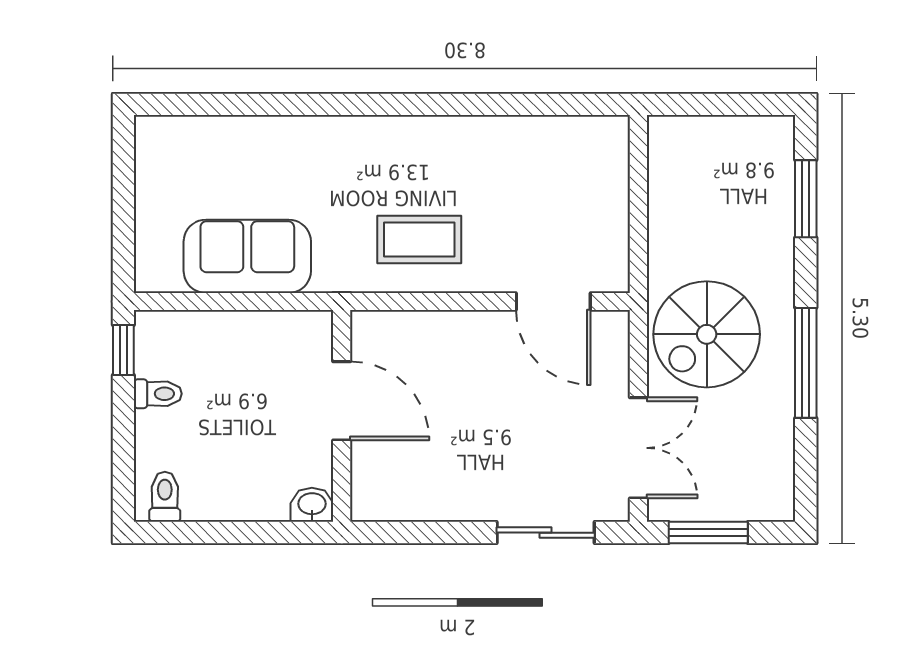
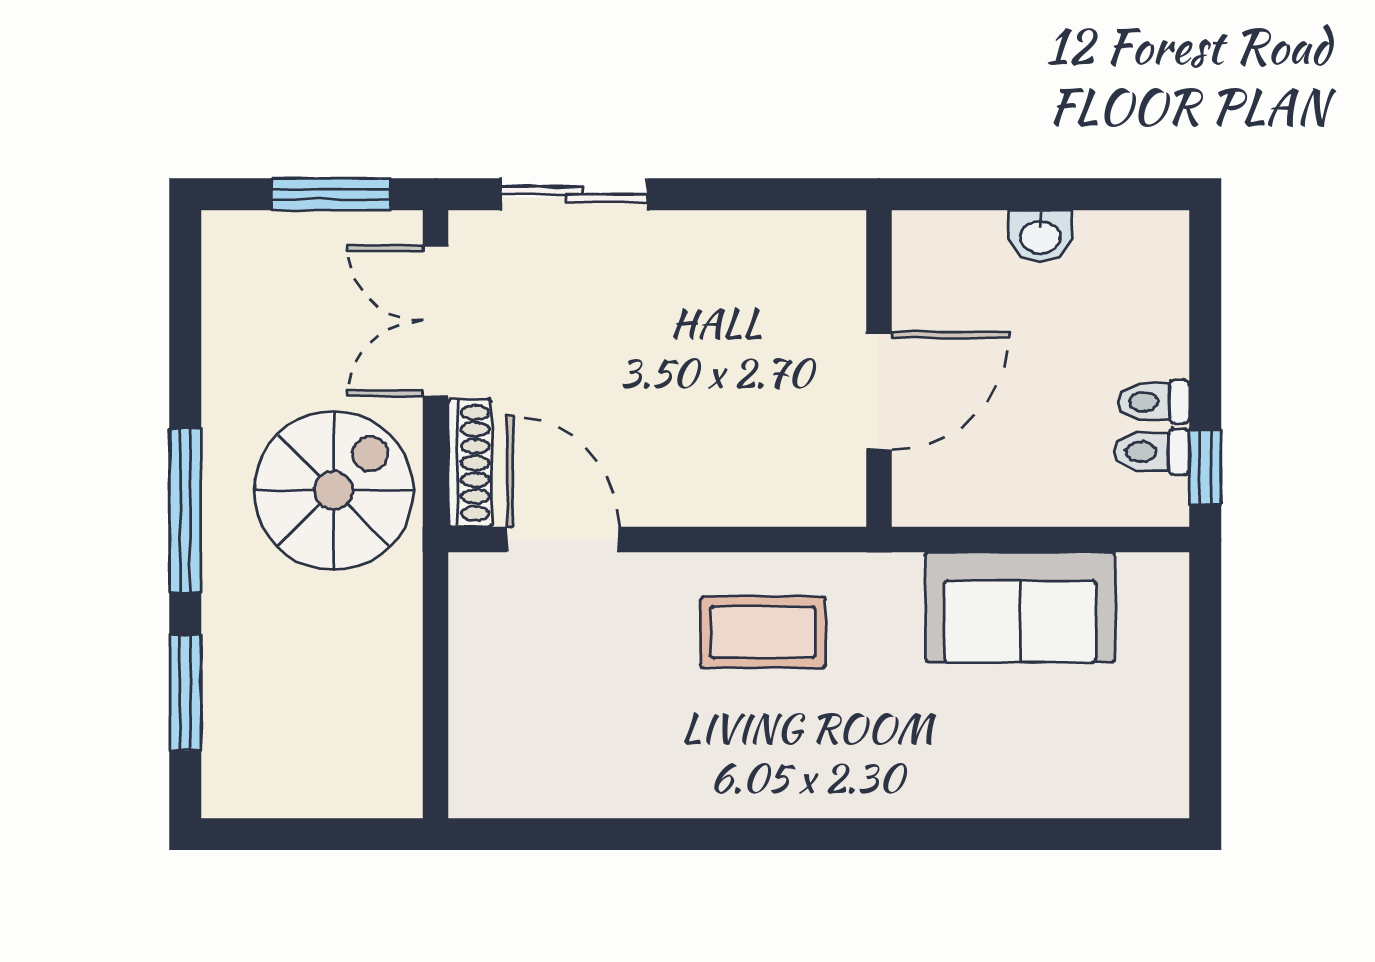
shoe rack: (615, 353) -> (470, 463), added
window: (806, 363) -> (185, 511), moved
door: (342, 401) -> (879, 391), swing flipped
toilet: (165, 497) -> (1152, 452), moved, turned 90
washbasin: (312, 505) -> (1040, 236), moved

